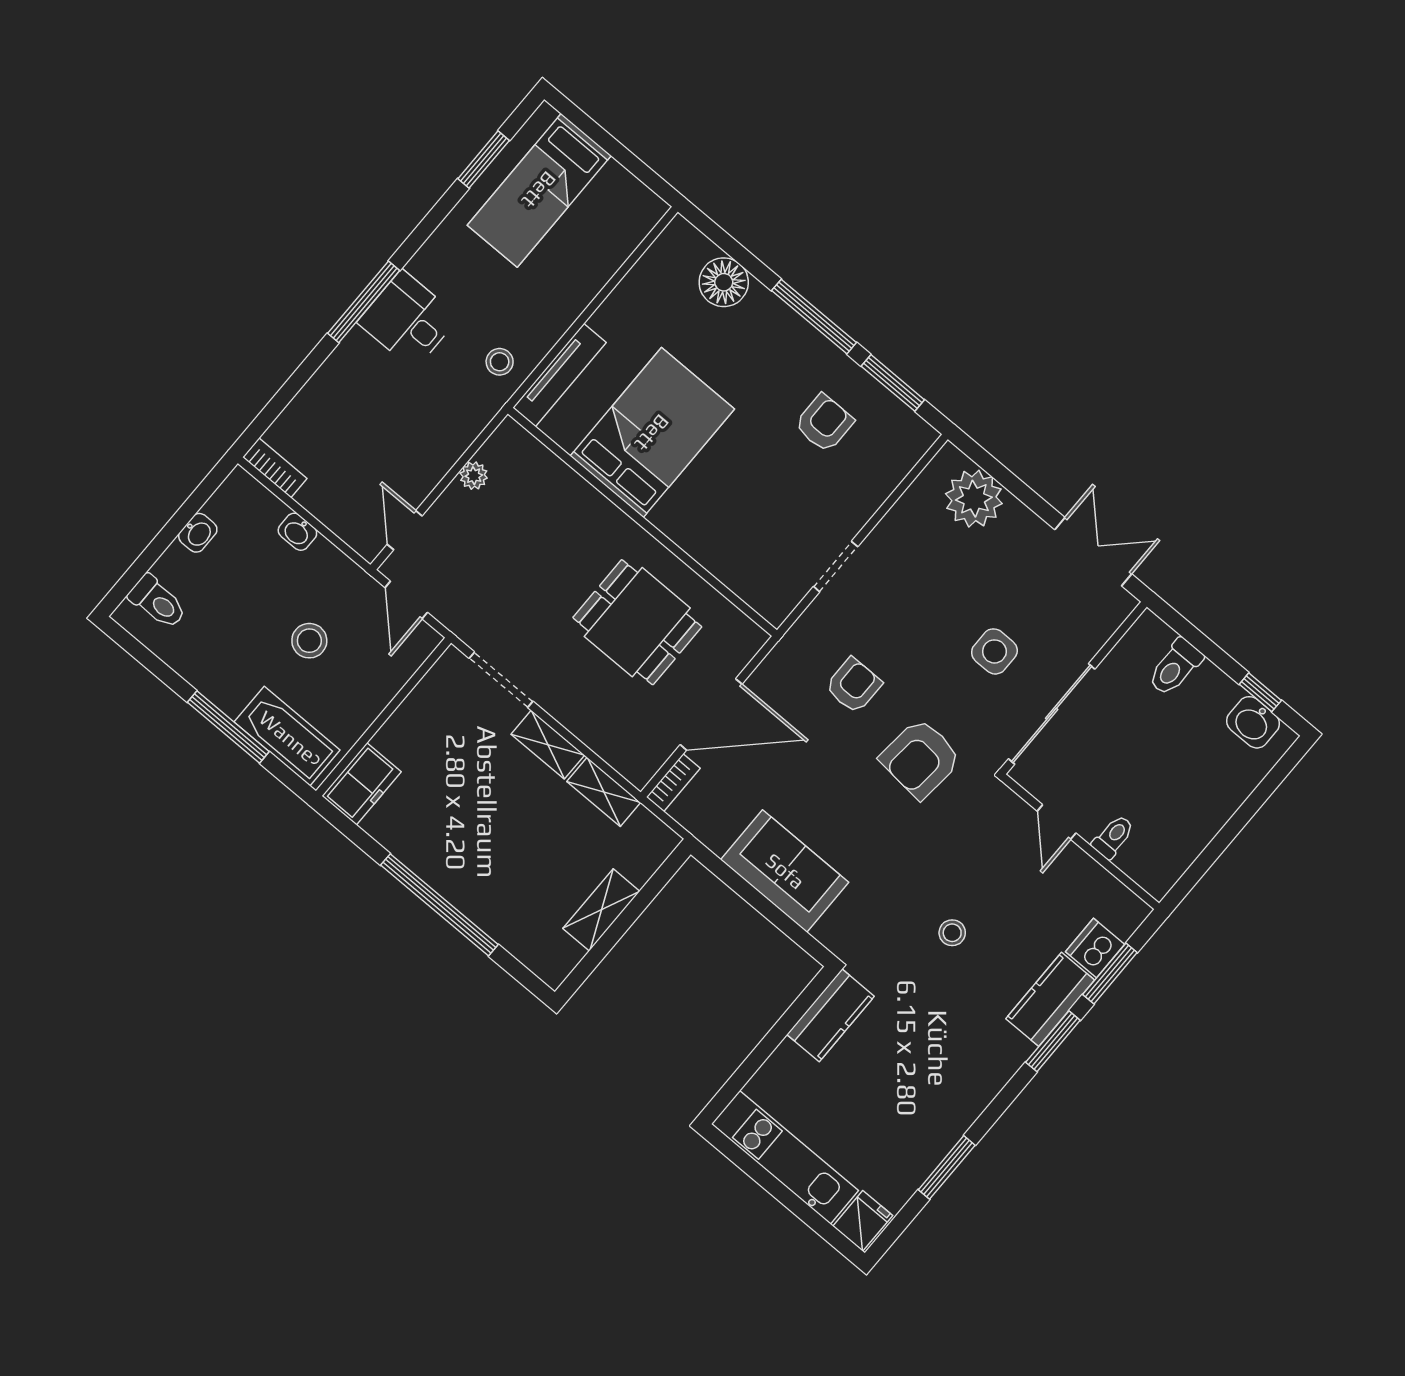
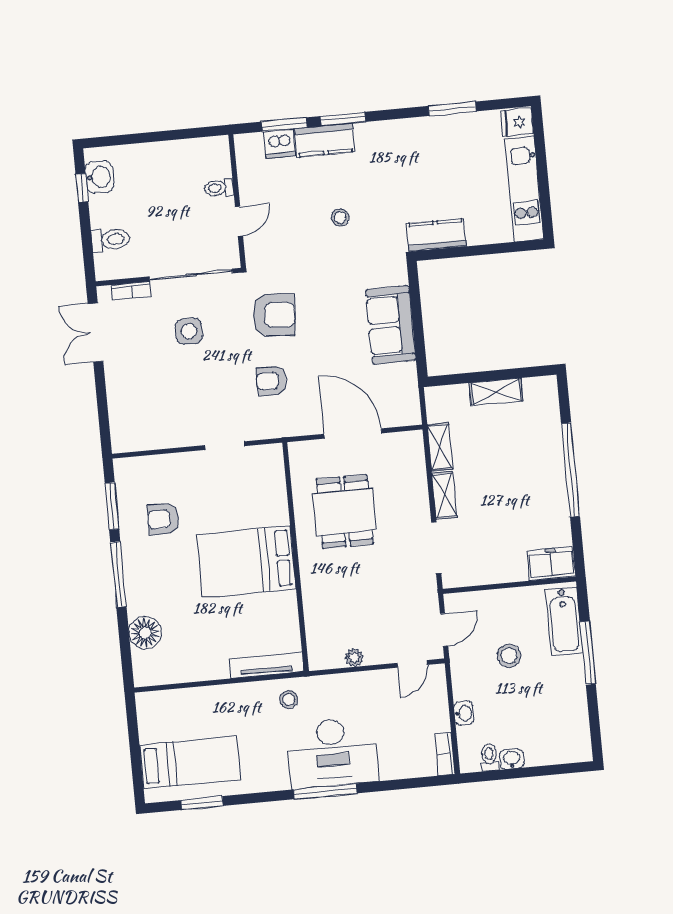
desk: (408, 320) -> (332, 753), width x1.87, depth x1.30
bed: (652, 433) -> (246, 562), moved
plant: (974, 499) -> (127, 413), removed
toilet: (158, 602) -> (489, 757), moved, width x0.73, depth x0.72
bookcase: (673, 783) -> (132, 291), moved, turned 180

